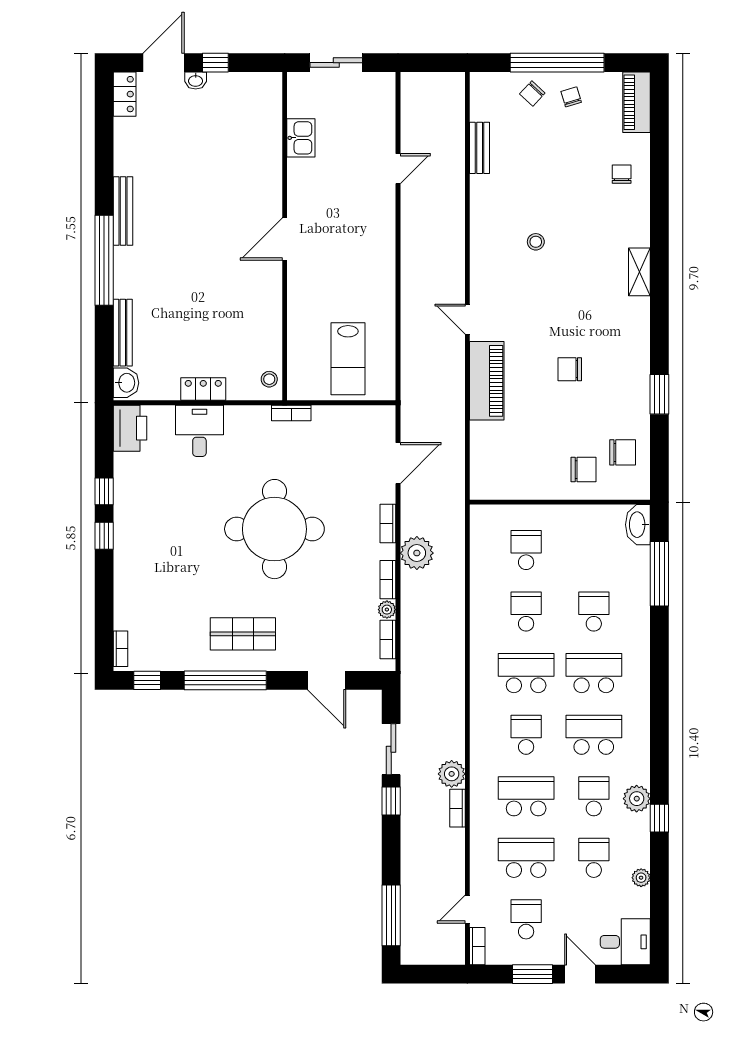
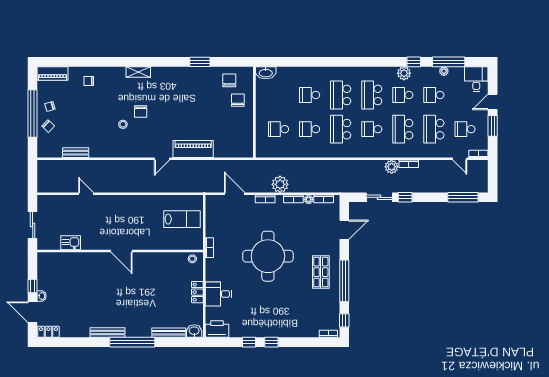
chair: (570, 369) -> (141, 111), moved
window: (659, 574) -> (449, 62), moved

